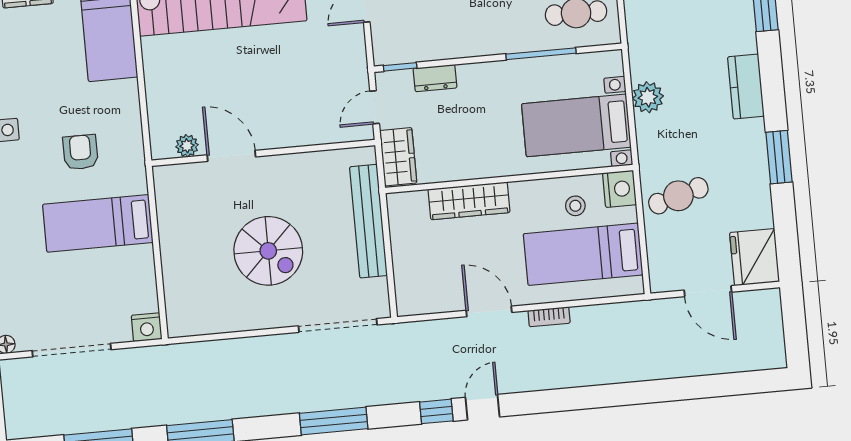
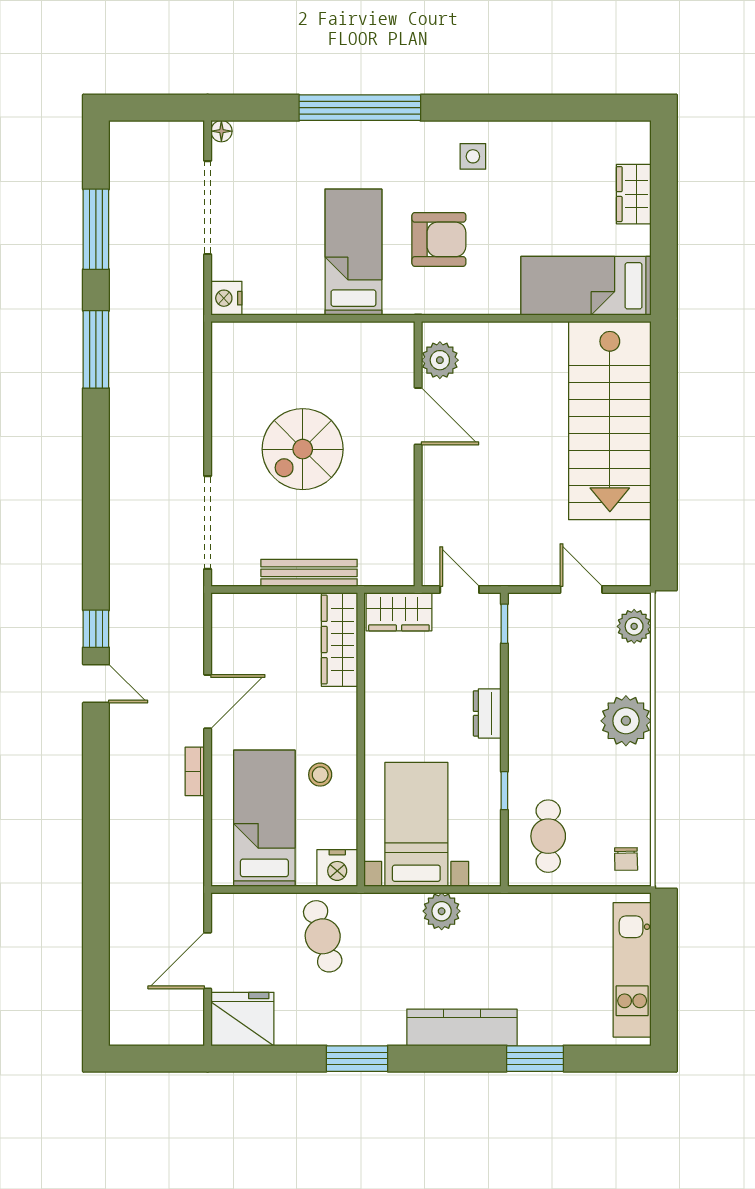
window: (541, 54) -> (504, 791), width x0.46
dresser: (435, 78) -> (487, 713), moved
kitchen counter: (746, 86) -> (462, 1027), width x1.50
plant: (187, 146) -> (440, 360), width x1.38, depth x1.38
armchair: (80, 152) -> (439, 239), width x1.38, depth x1.38
door: (231, 156) -> (418, 416), hinge flipped
wardrobe: (469, 201) -> (339, 640), moved
stool: (575, 206) -> (320, 775), moved
bench: (368, 221) -> (309, 573), width x0.73, depth x0.82
window: (334, 421) -> (96, 507), removed

